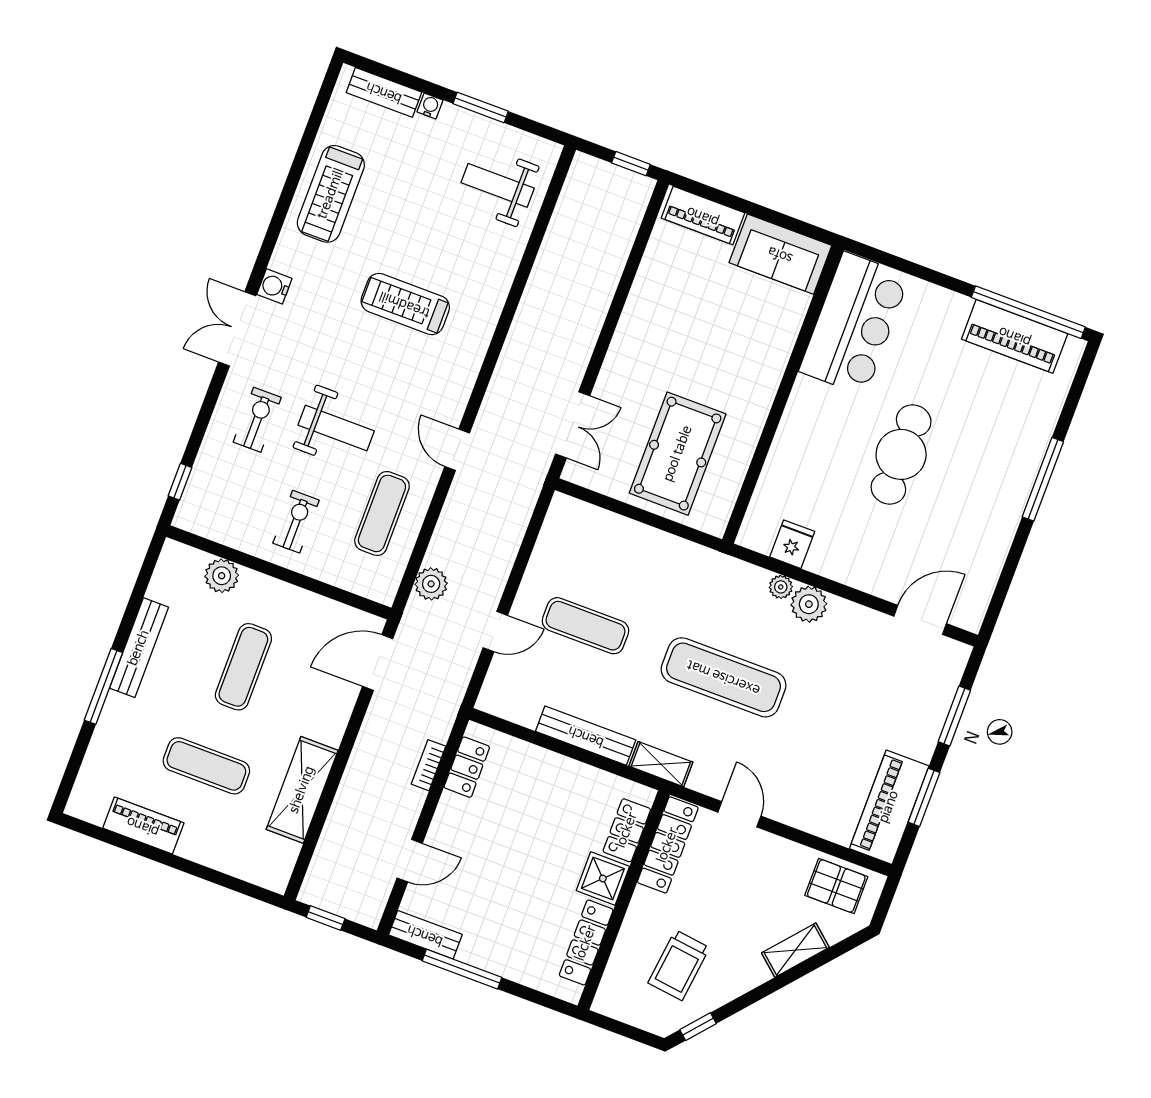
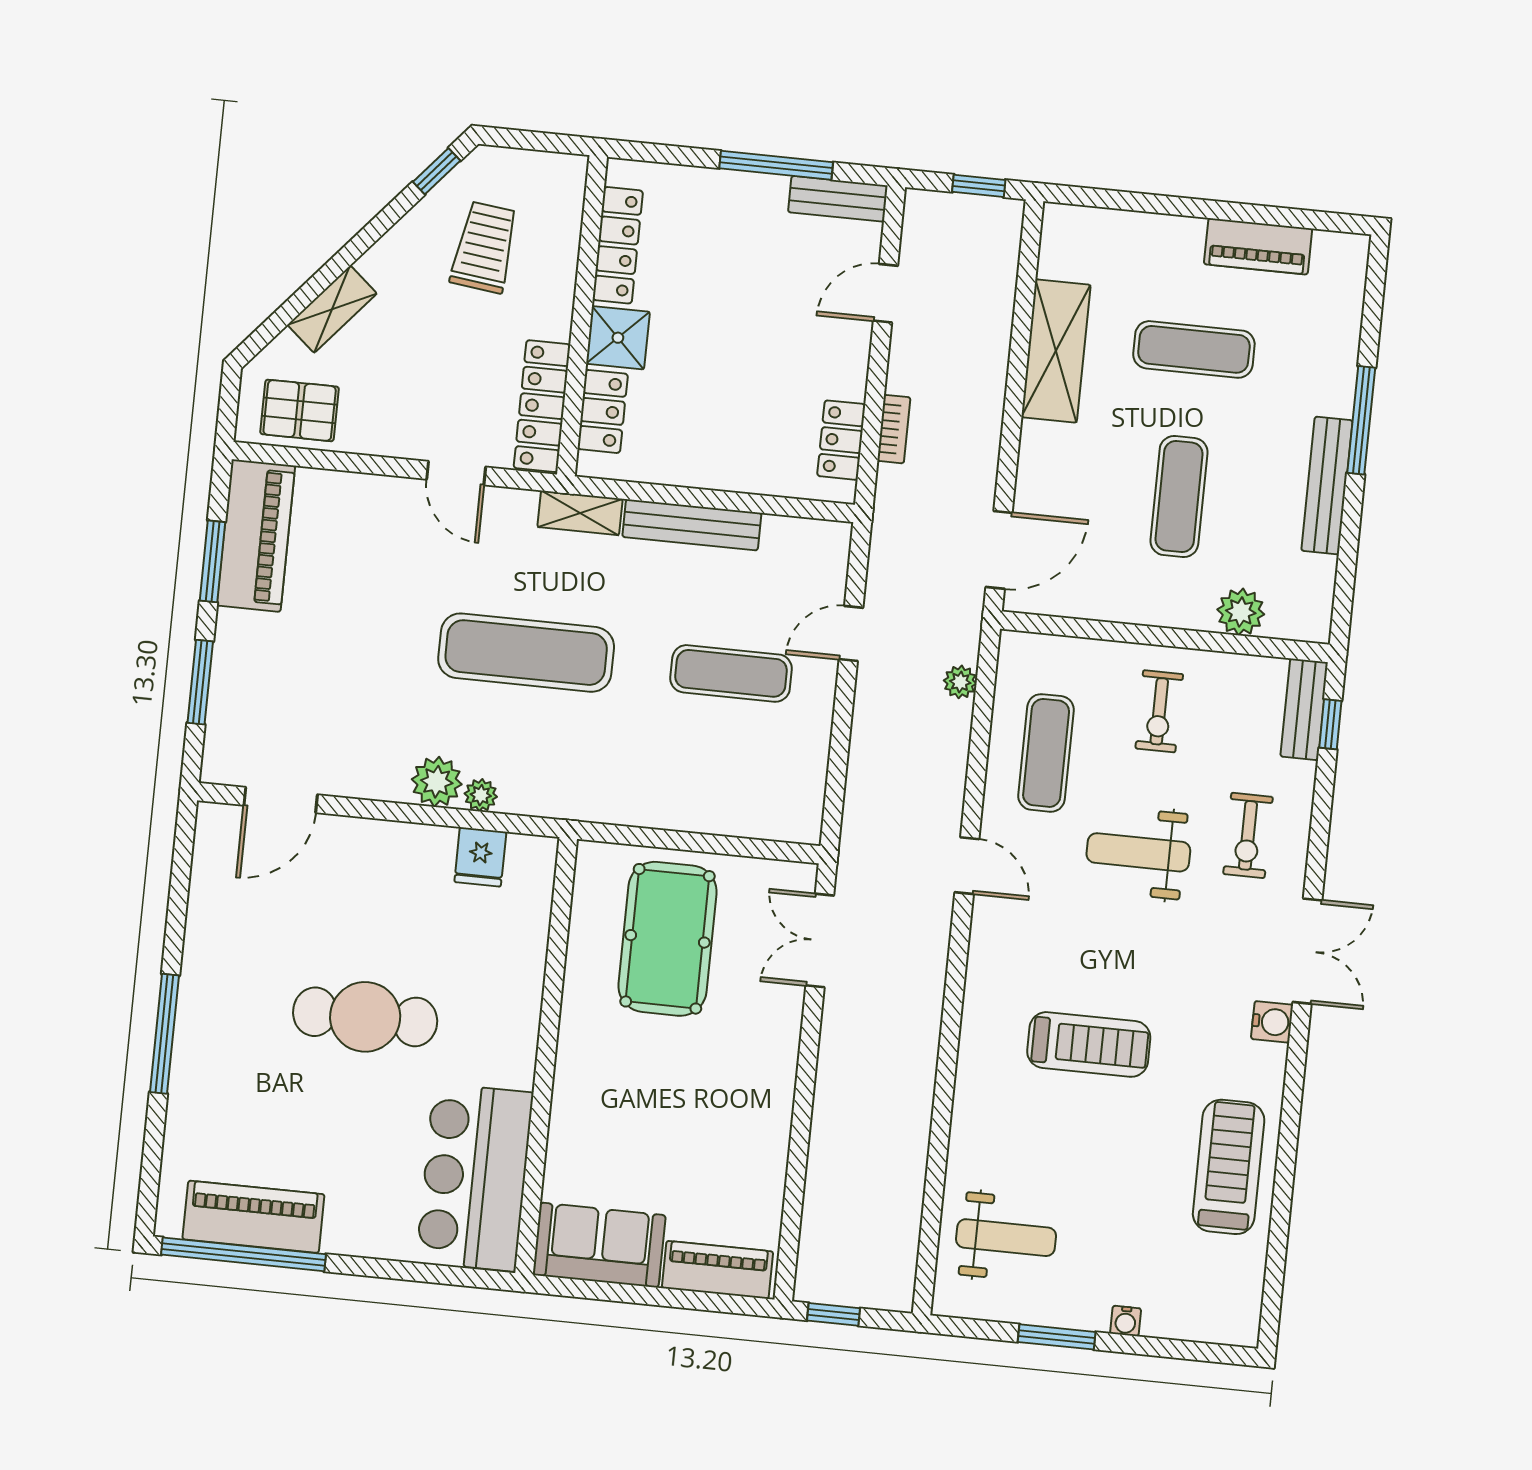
bench: (384, 92) -> (1304, 709), moved, turned 90
cafe table: (901, 454) -> (365, 1017), turned 90
plant: (431, 584) -> (960, 682), width x0.73, depth x0.73

